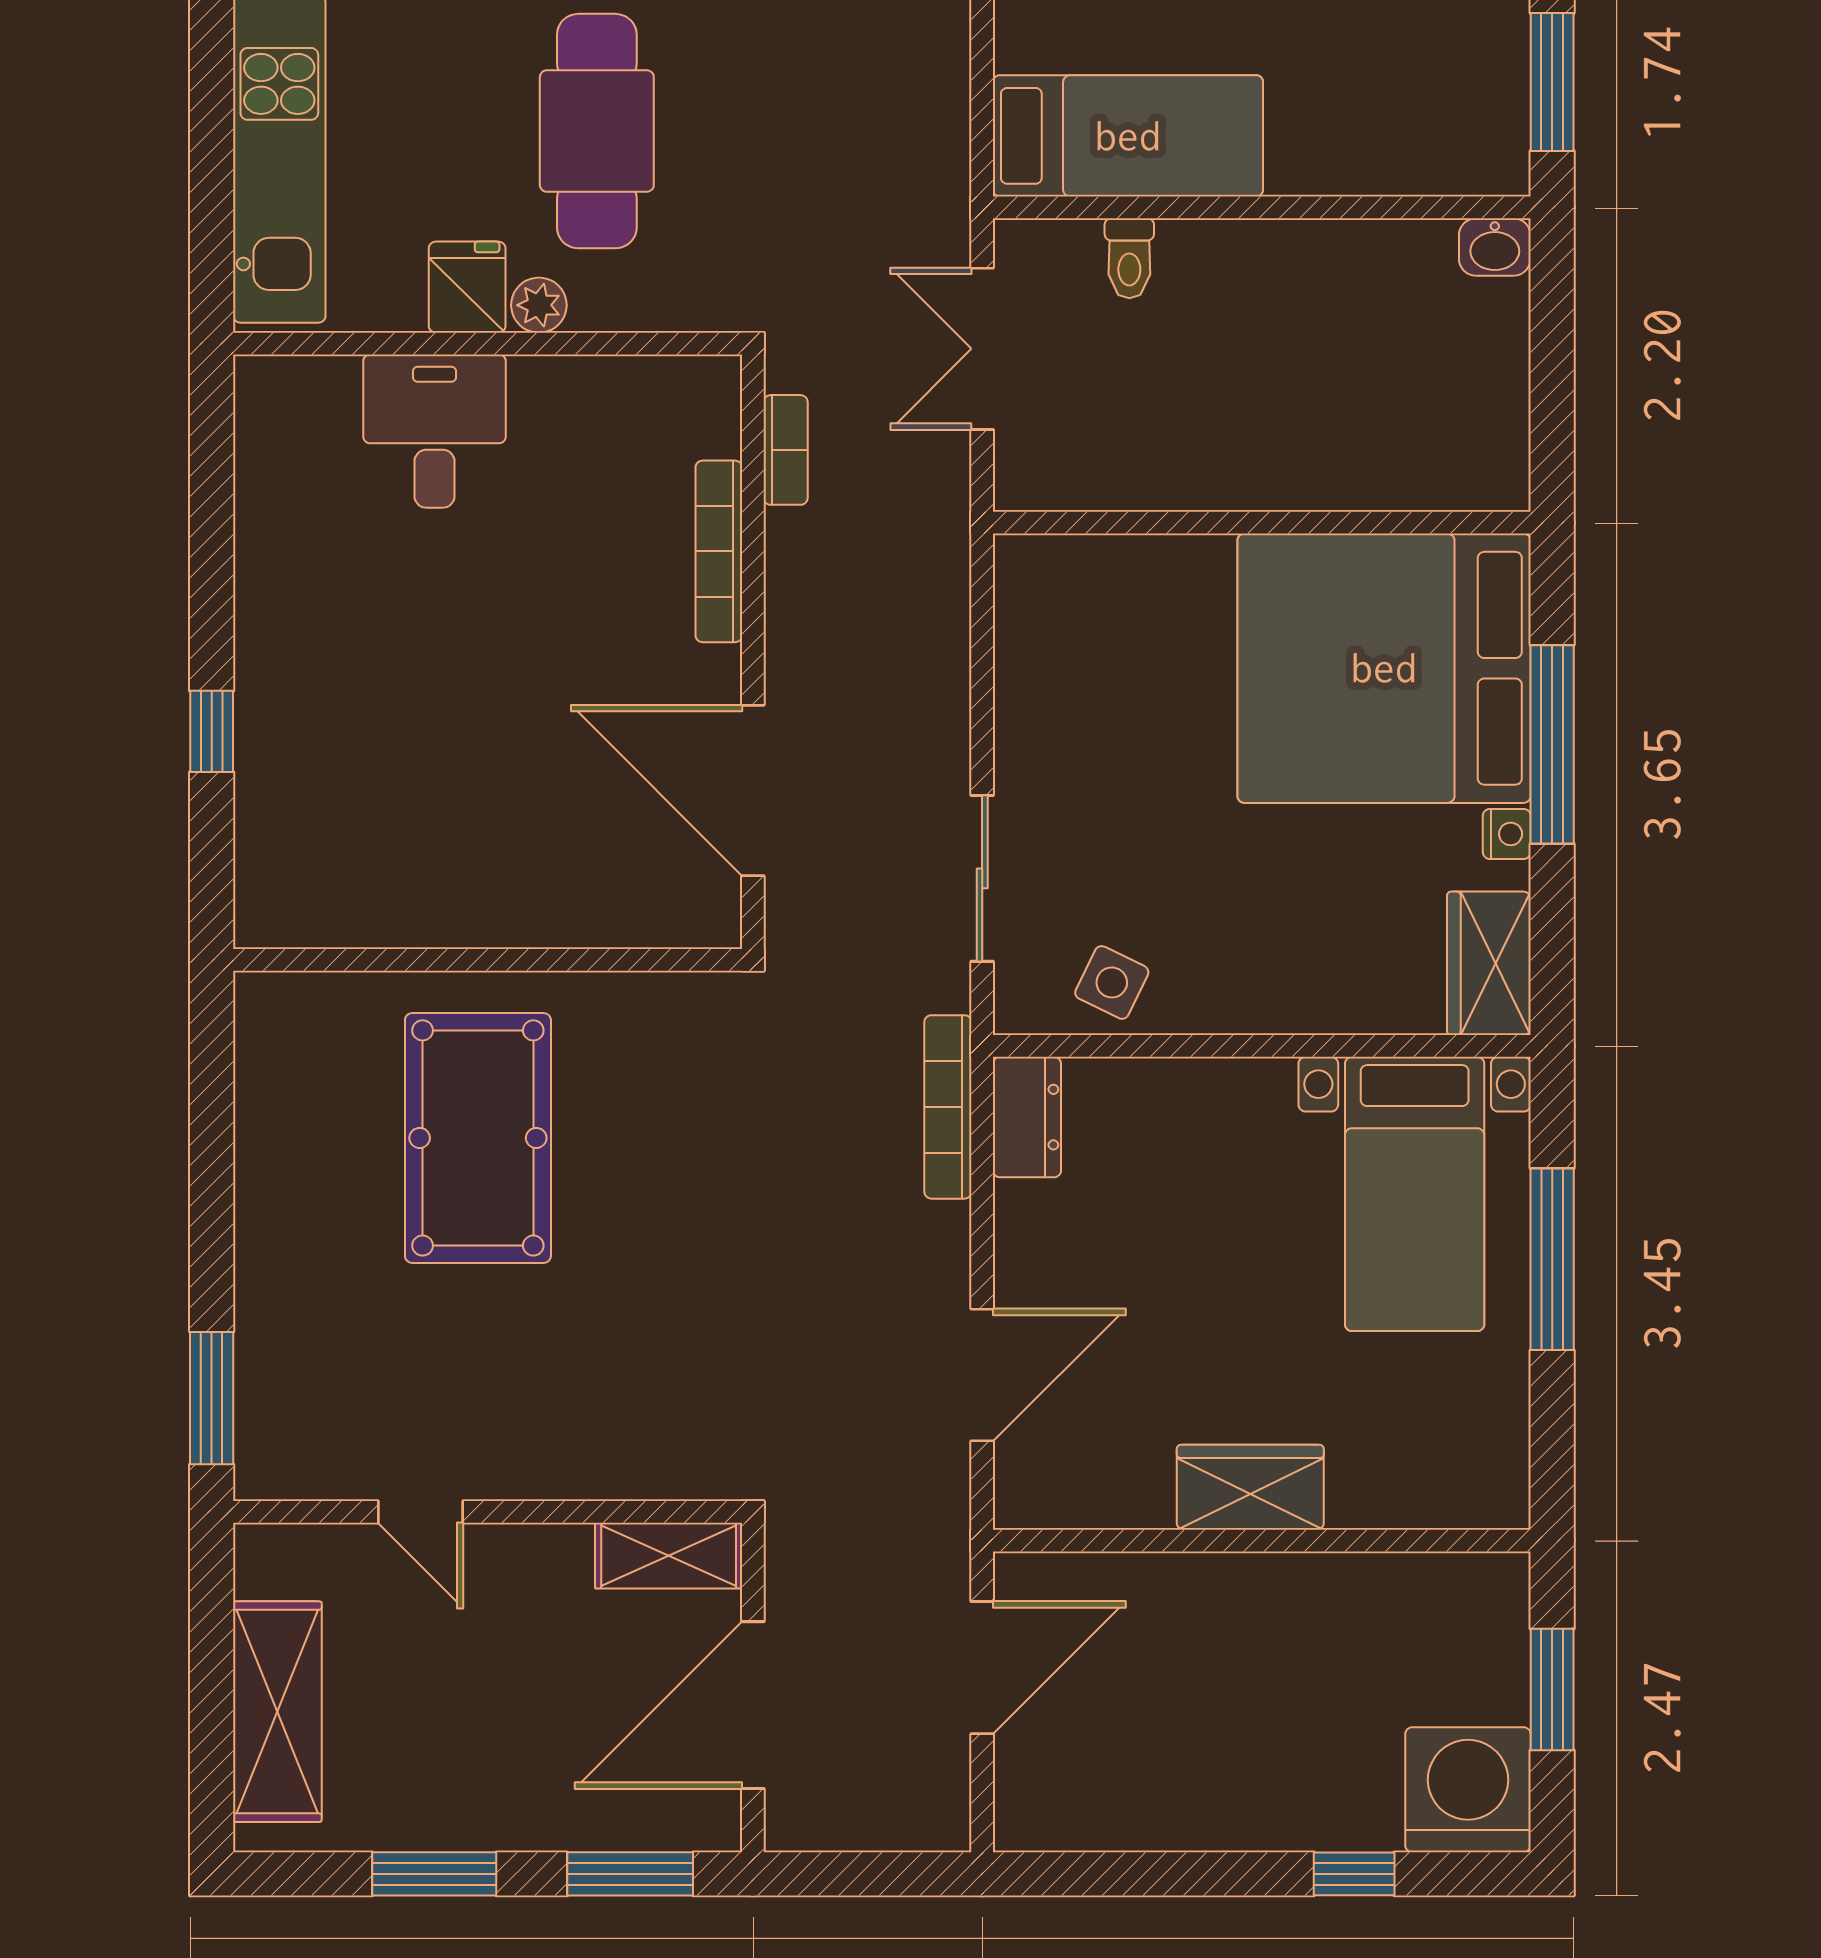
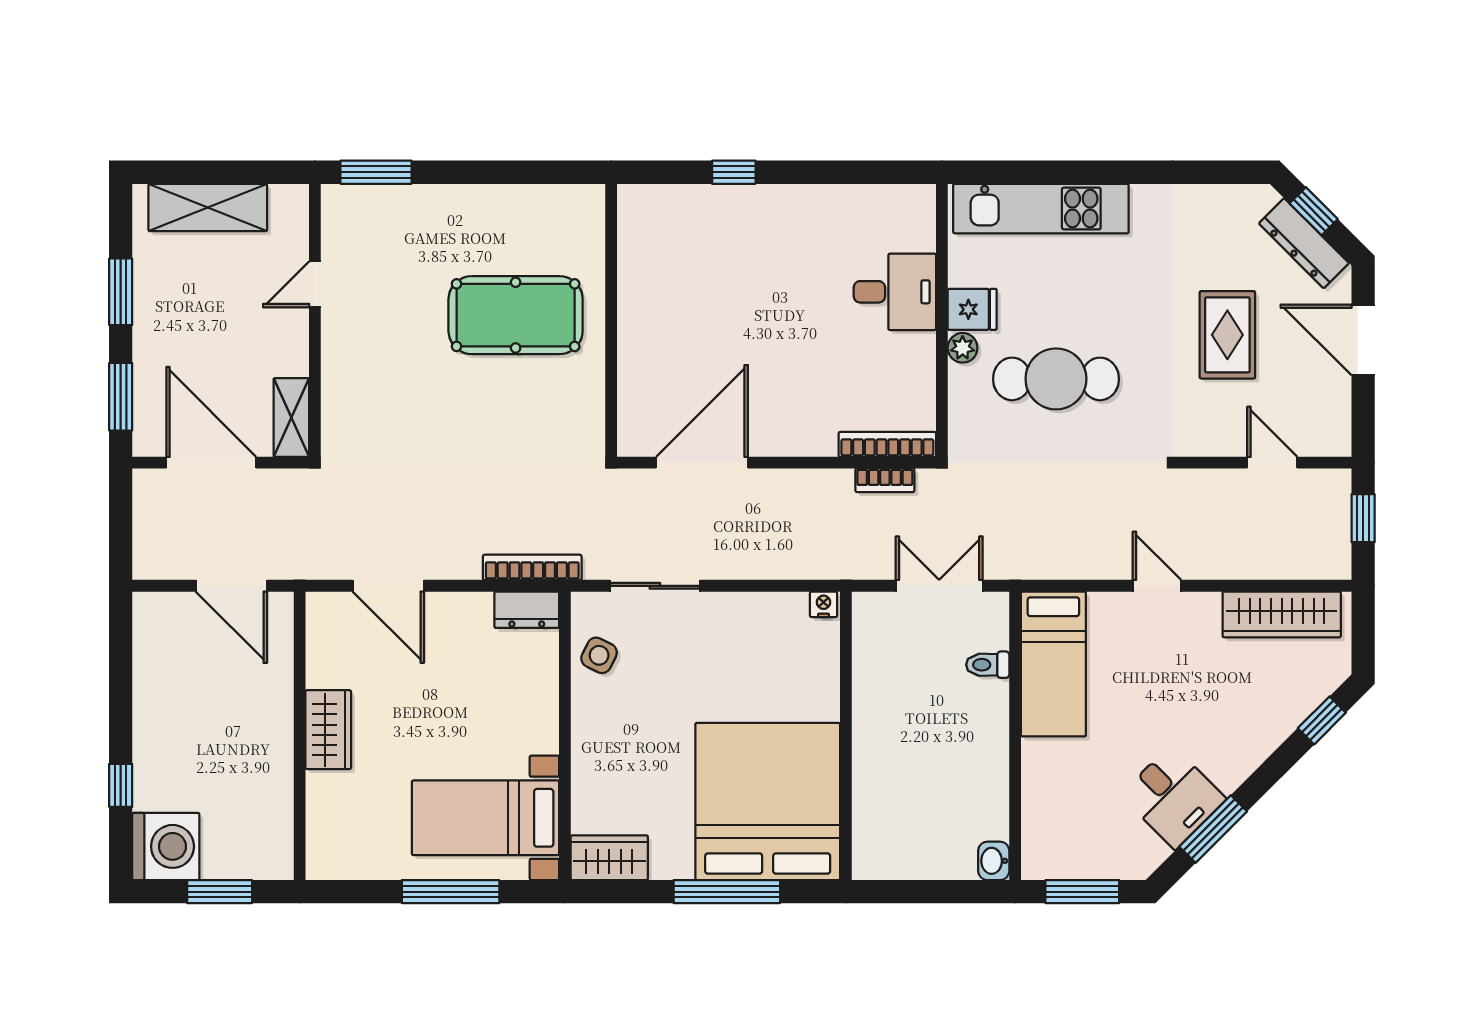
bookcase: (719, 551) -> (887, 444), moved
nightstand: (1507, 834) -> (824, 604), moved, turned 180

